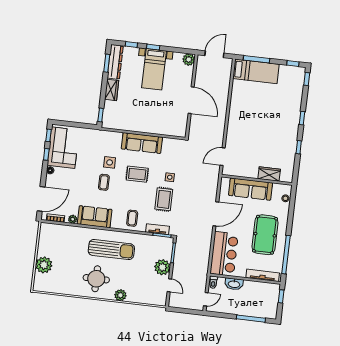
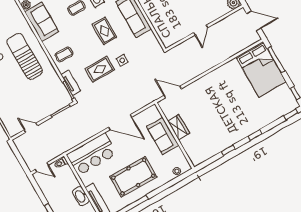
bed: (256, 71) -> (261, 69), width x1.50
door: (191, 100) -> (201, 30), width x0.53
wardrobe: (269, 174) -> (179, 127), moved
sofa: (251, 189) -> (163, 136), width x0.73
sun lounger: (111, 250) -> (25, 56), turned 180
plant: (162, 267) -> (42, 111), removed
washbasin: (234, 284) -> (81, 196), moved
door: (169, 285) -> (31, 128), swing flipped

